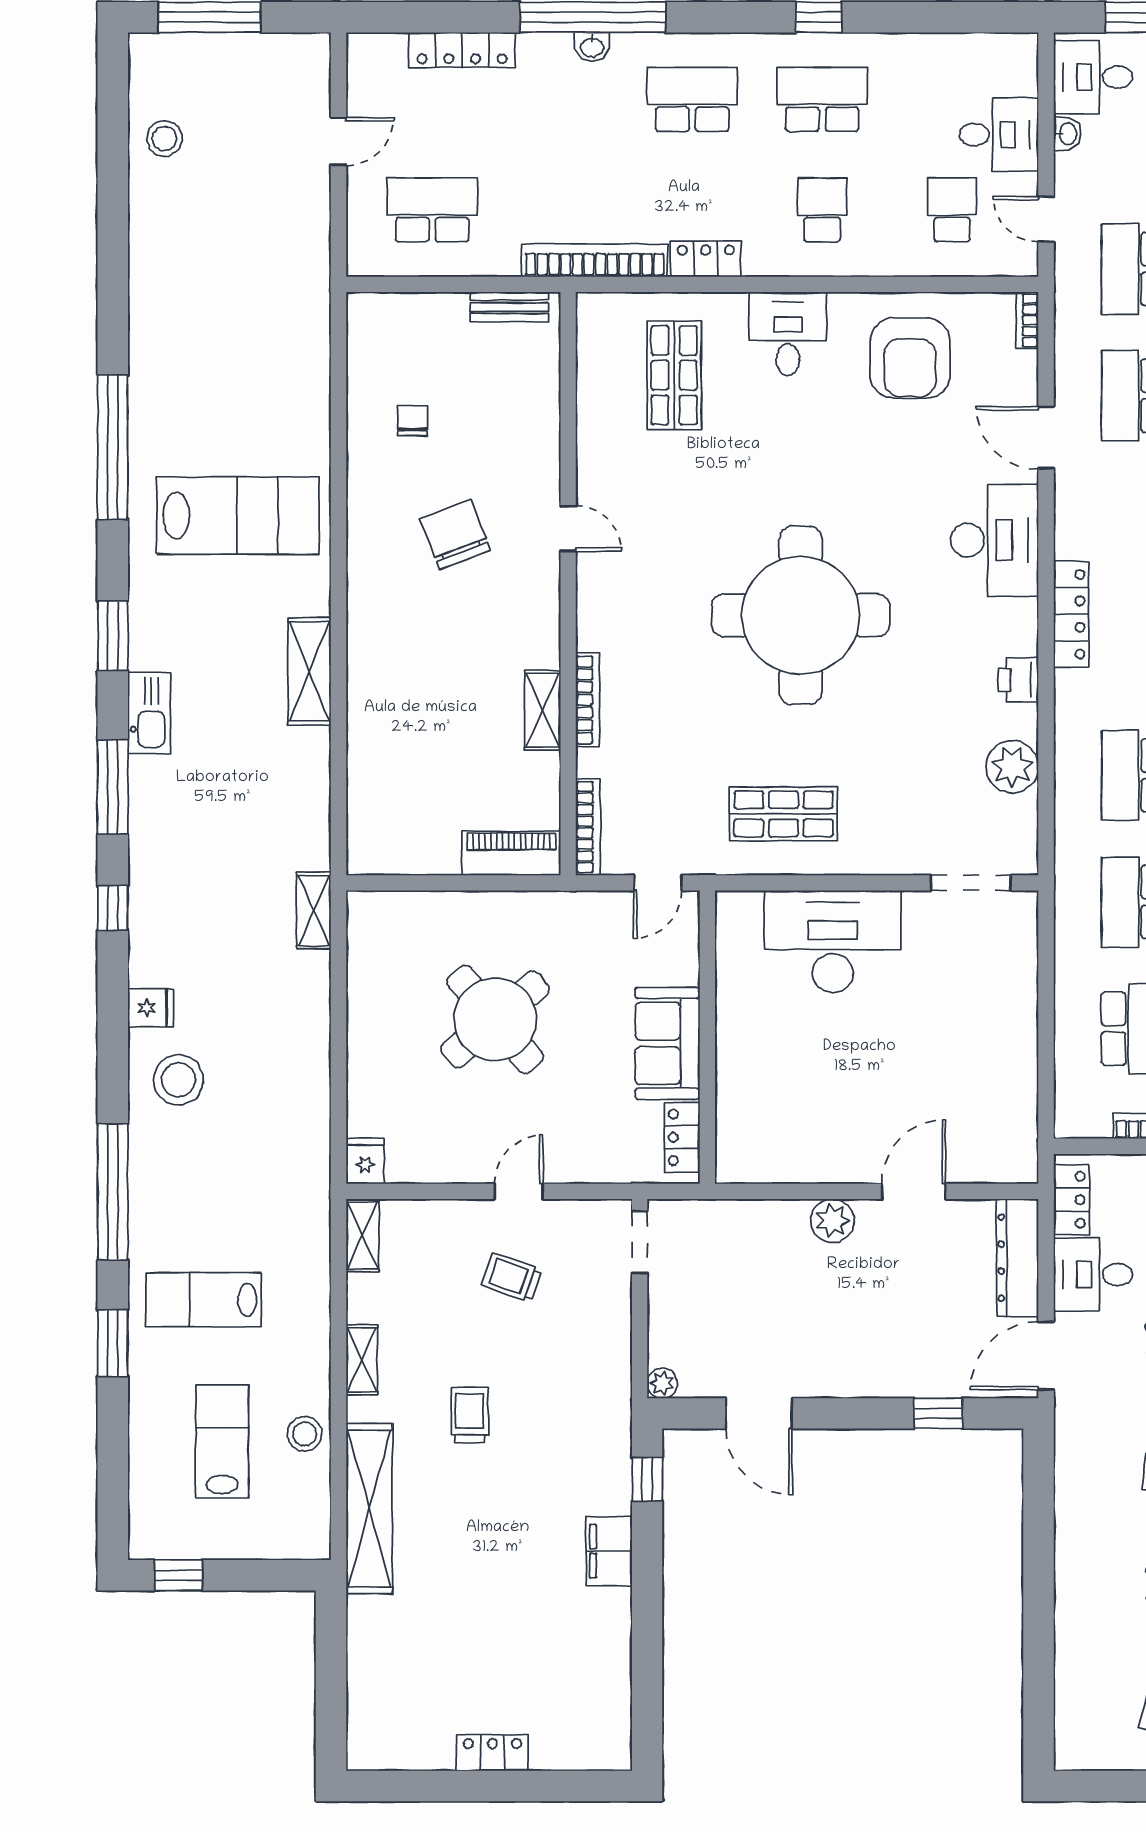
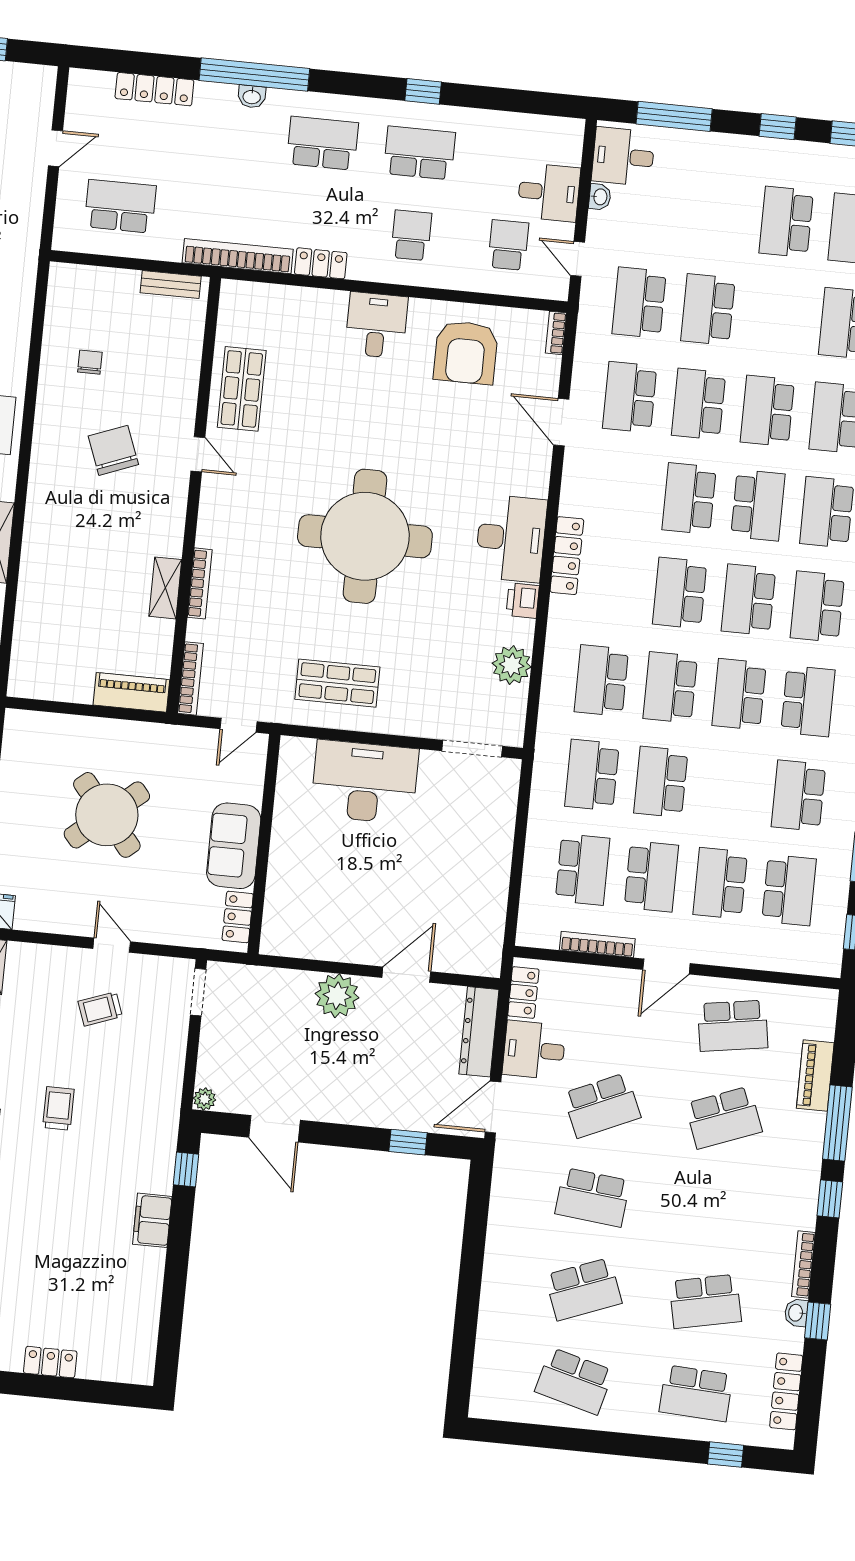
shop shelf: (674, 375) -> (242, 389), moved
desk: (995, 540) -> (511, 538), moved
door: (519, 1191) -> (112, 945), hinge flipped
plant: (832, 1221) -> (337, 996), width x1.36, depth x1.36
trolley: (512, 1277) -> (100, 1009), turned -39

